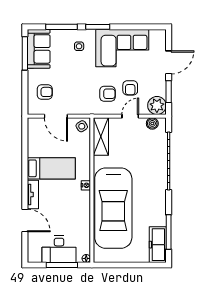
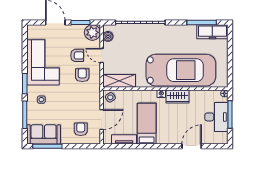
tv unit: (33, 194) -> (124, 139), moved
wardrobe: (83, 204) -> (178, 96), added

